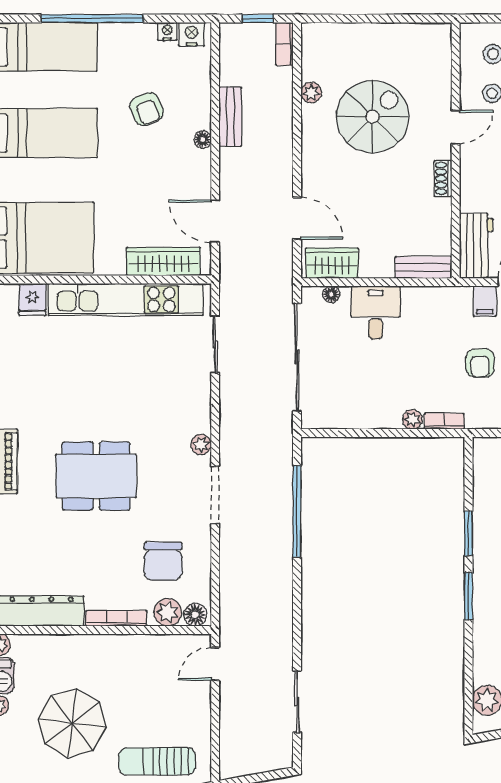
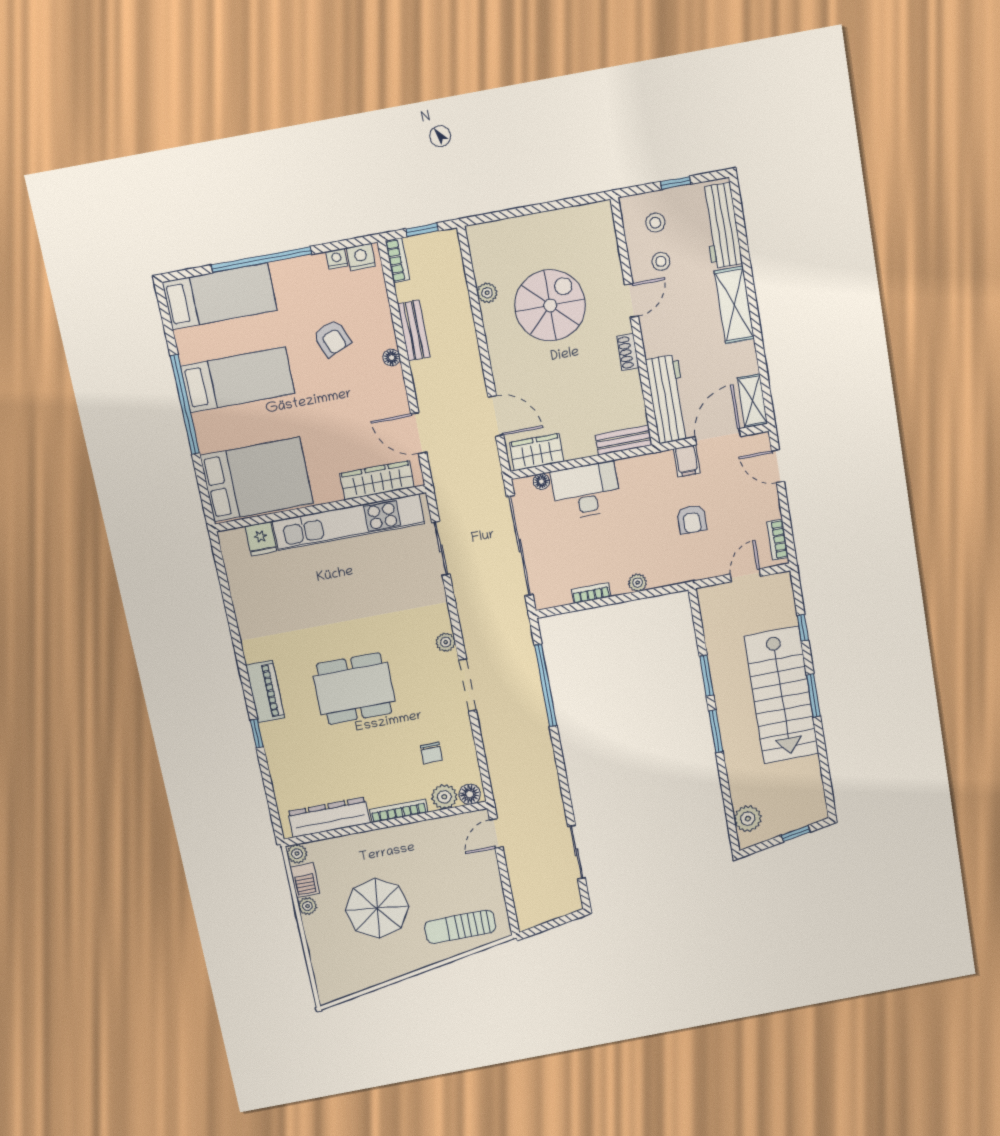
bookcase: (285, 44) -> (398, 260), moved, turned 180
workbench: (476, 246) -> (668, 399), width x1.38
desk: (376, 313) -> (586, 491), width x1.37
bookcase: (444, 421) -> (591, 593), moved
chair: (163, 561) -> (431, 753), width x0.54, depth x0.54

